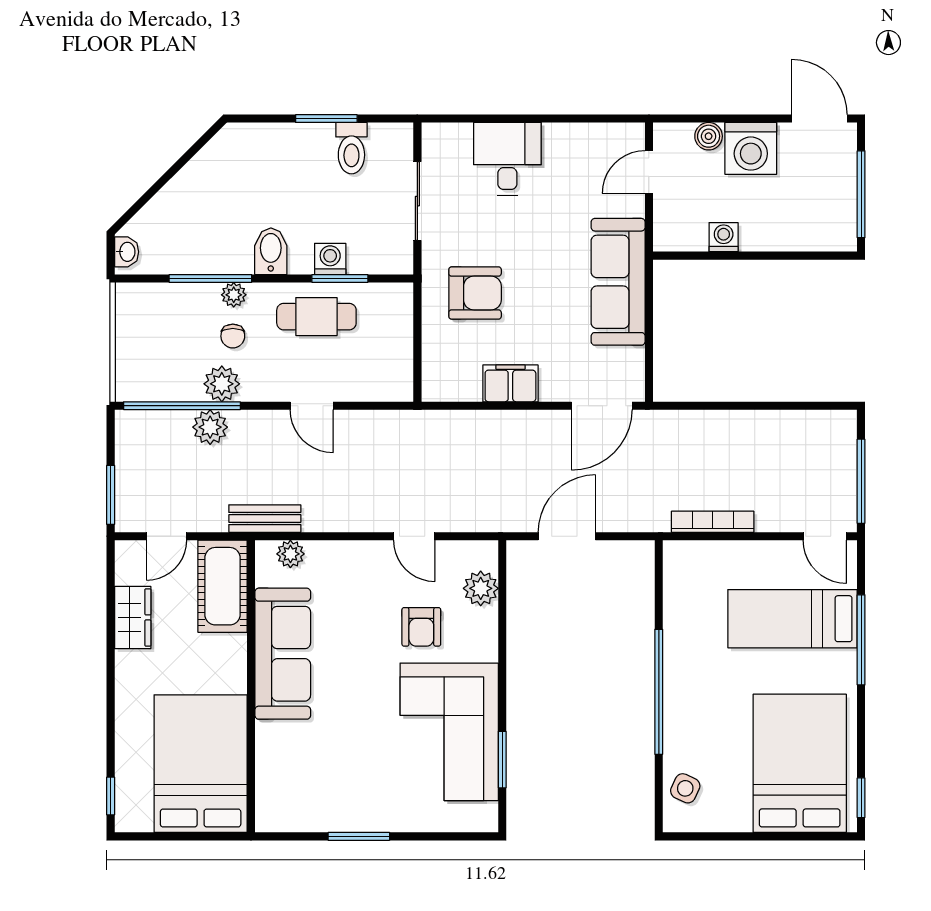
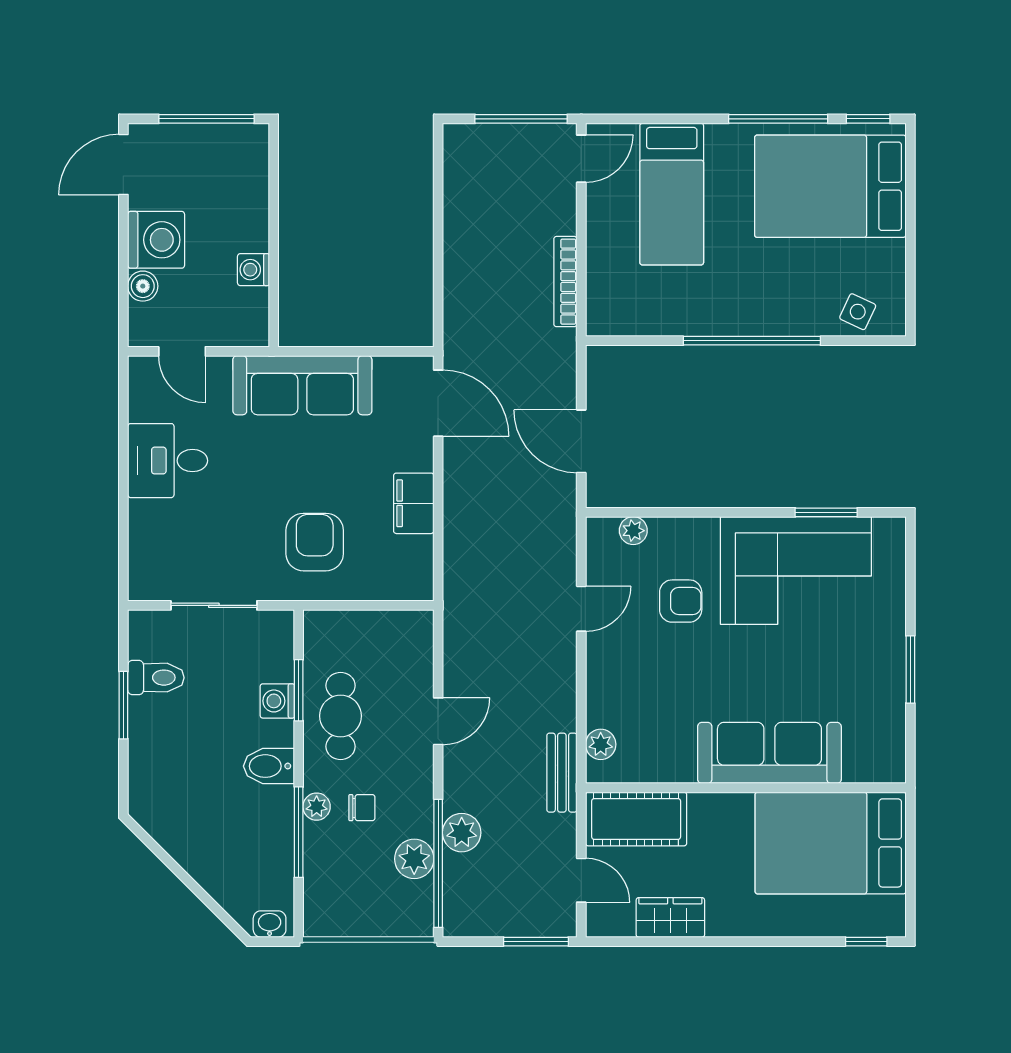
desk: (507, 159) -> (168, 461), moved
plant: (222, 384) -> (414, 859), moved
plant: (481, 588) -> (633, 531), width x0.73, depth x0.73
window: (861, 640) -> (778, 119), moved
sofa: (283, 654) -> (769, 753), moved

